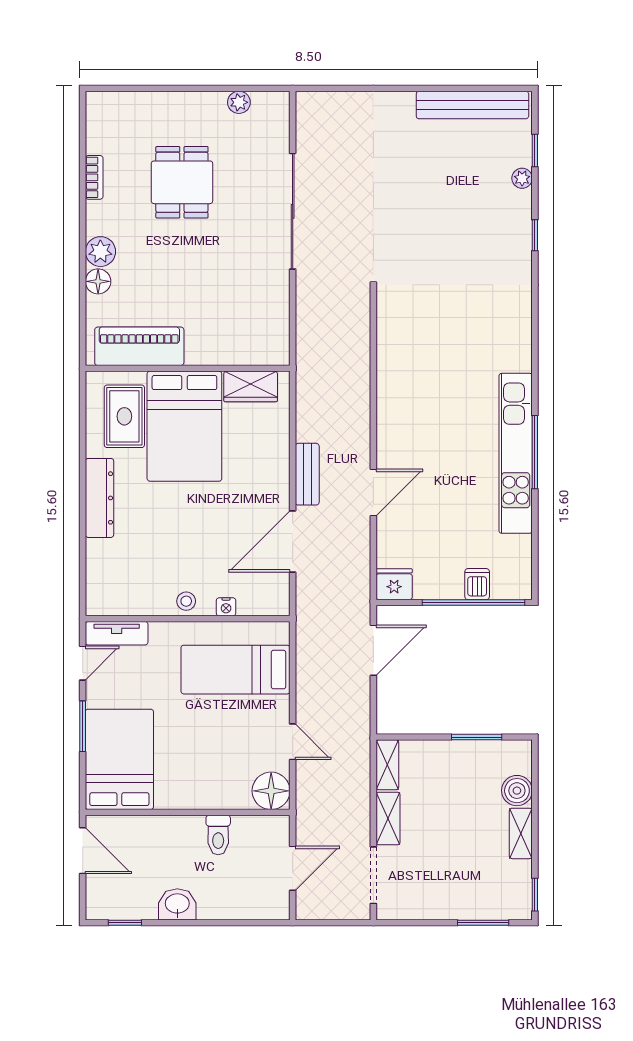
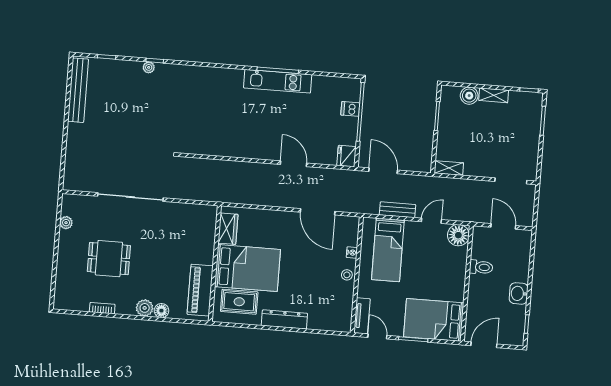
plant: (522, 178) -> (149, 67), moved
kitchen unit: (516, 453) -> (278, 81), width x0.73
bench: (307, 474) -> (397, 210), moved
shelving: (388, 818) -> (479, 170), removed

